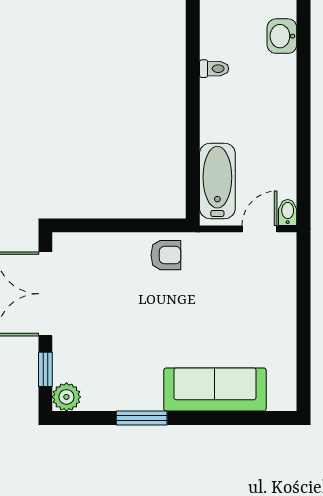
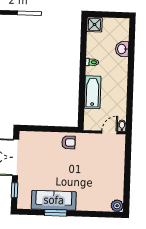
bathtub: (217, 181) -> (93, 92), moved
sofa: (215, 389) -> (54, 200), moved
plant: (66, 397) -> (117, 206), moved

